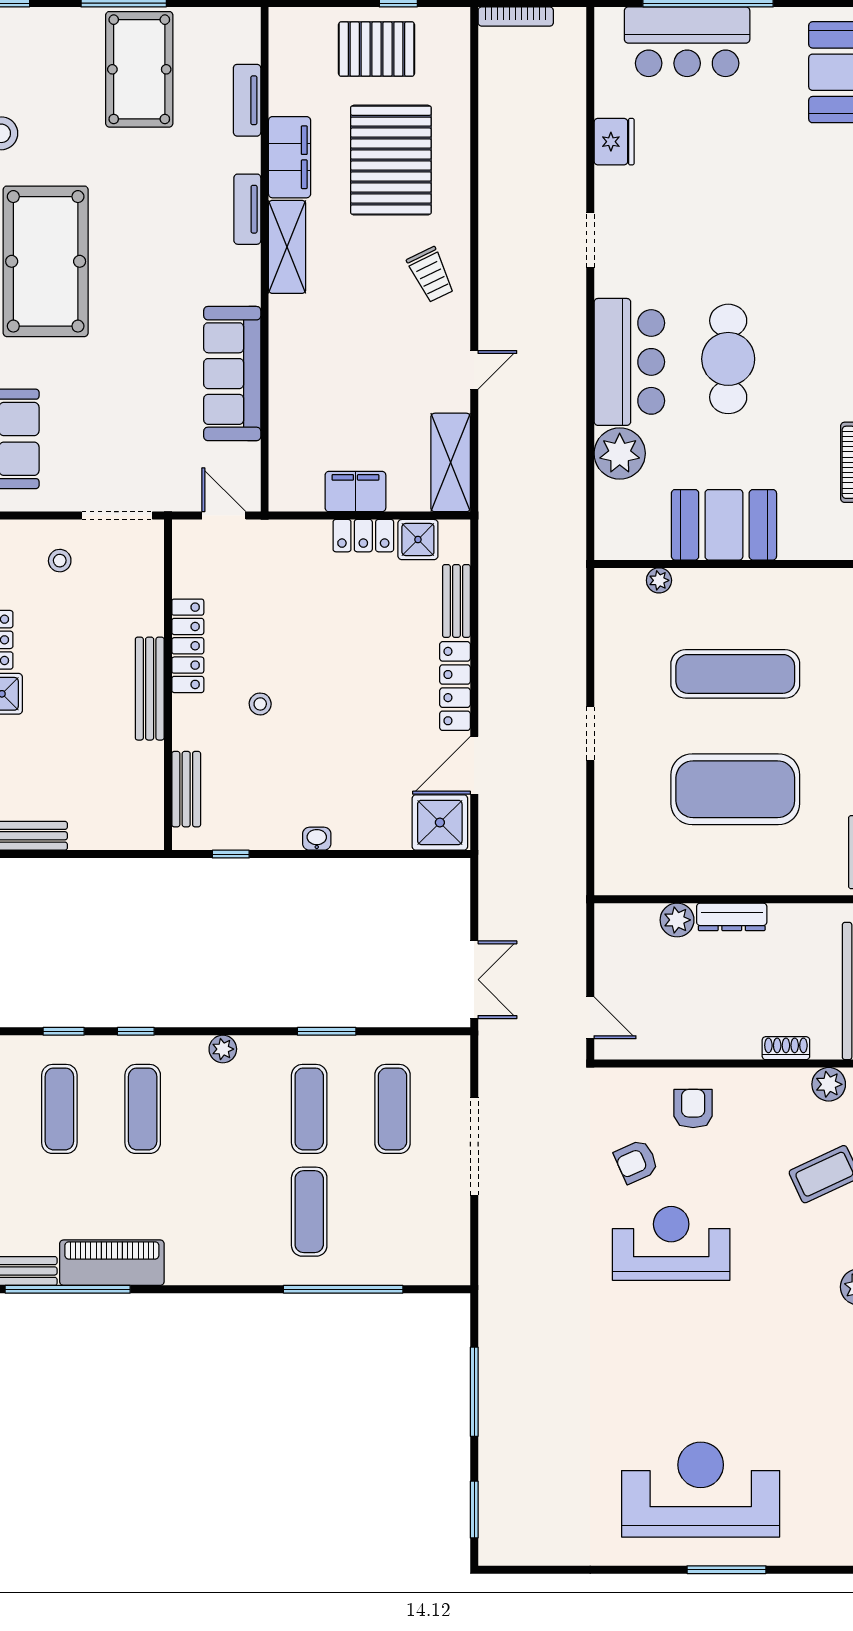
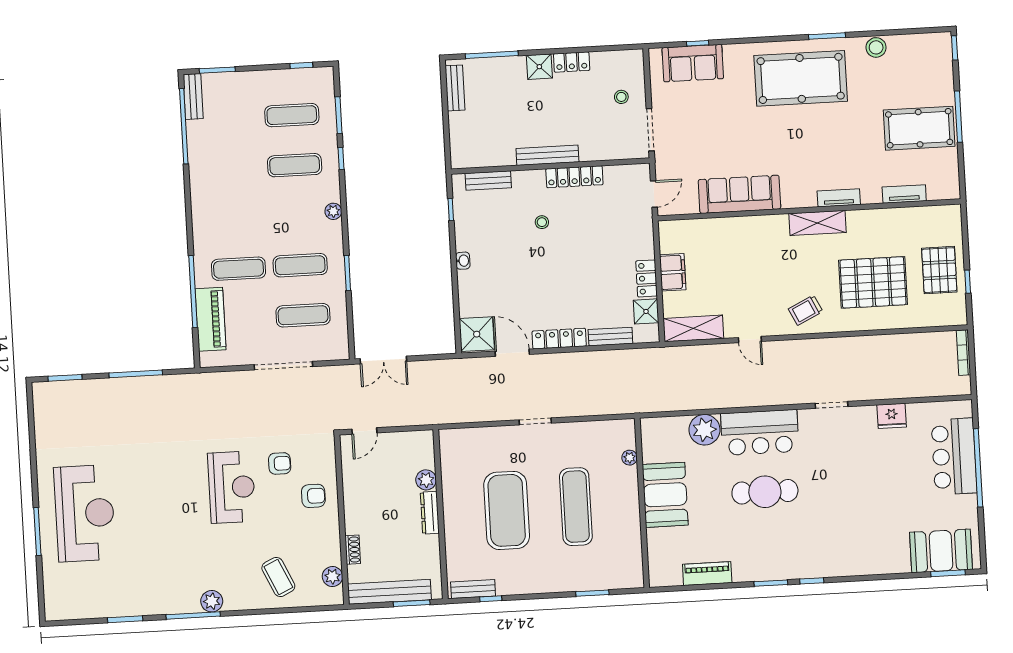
filing cabinet: (290, 157) -> (871, 221), removed
window: (64, 1031) -> (339, 115), width x1.50
armchair: (636, 1162) -> (280, 463), turned 114
piano: (112, 1263) -> (211, 319), moved

